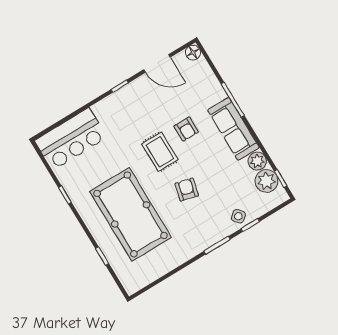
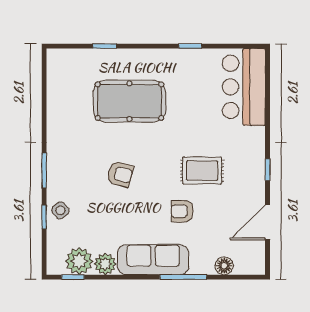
floor lamp: (193, 53) -> (224, 266), moved
rug: (160, 152) -> (202, 170), moved
pool table: (131, 214) -> (129, 101), width x0.73, depth x0.76

